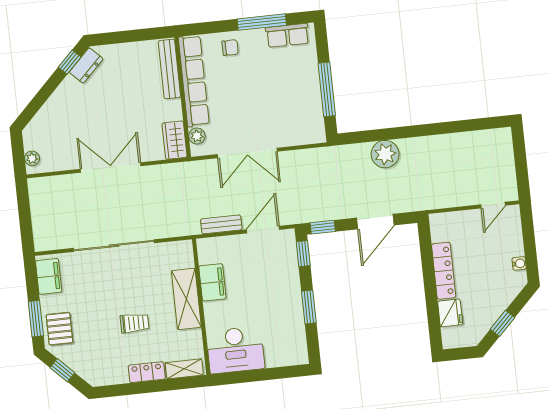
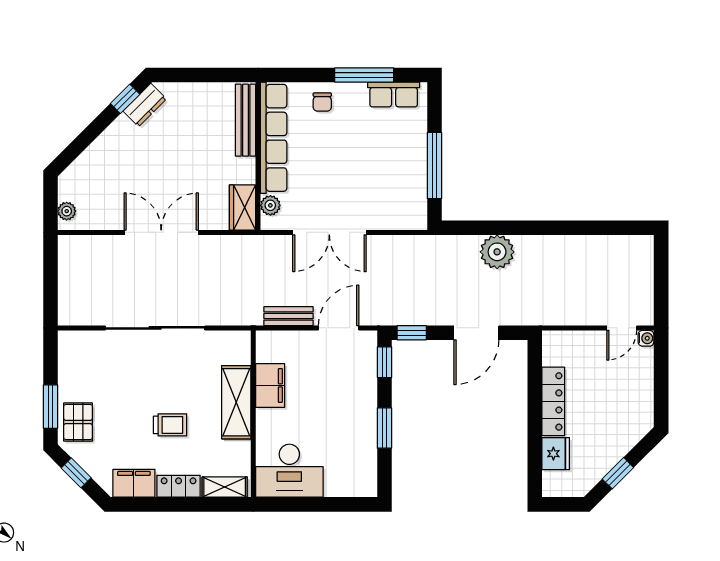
chair: (230, 48) -> (322, 102), turned 90
water cooler: (519, 263) -> (646, 338), moved
filing cabinet: (49, 276) -> (134, 483), moved, turned -90

